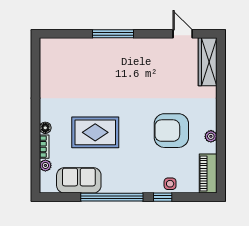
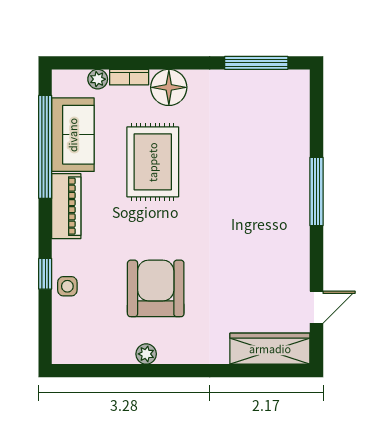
window: (36, 70) -> (256, 63), added
floor lamp: (45, 128) -> (169, 87), width x1.89, depth x1.89
piano: (208, 174) -> (66, 206), moved, turned 90
window: (112, 197) -> (45, 147), moved

